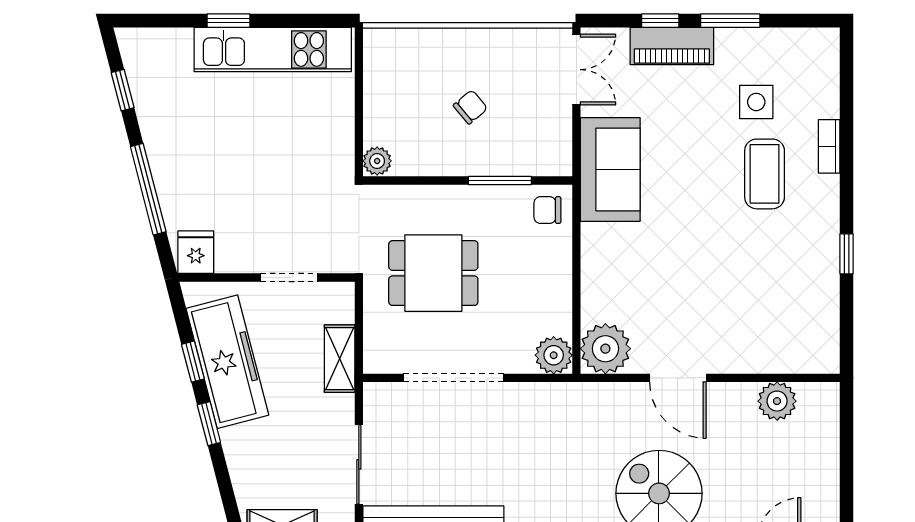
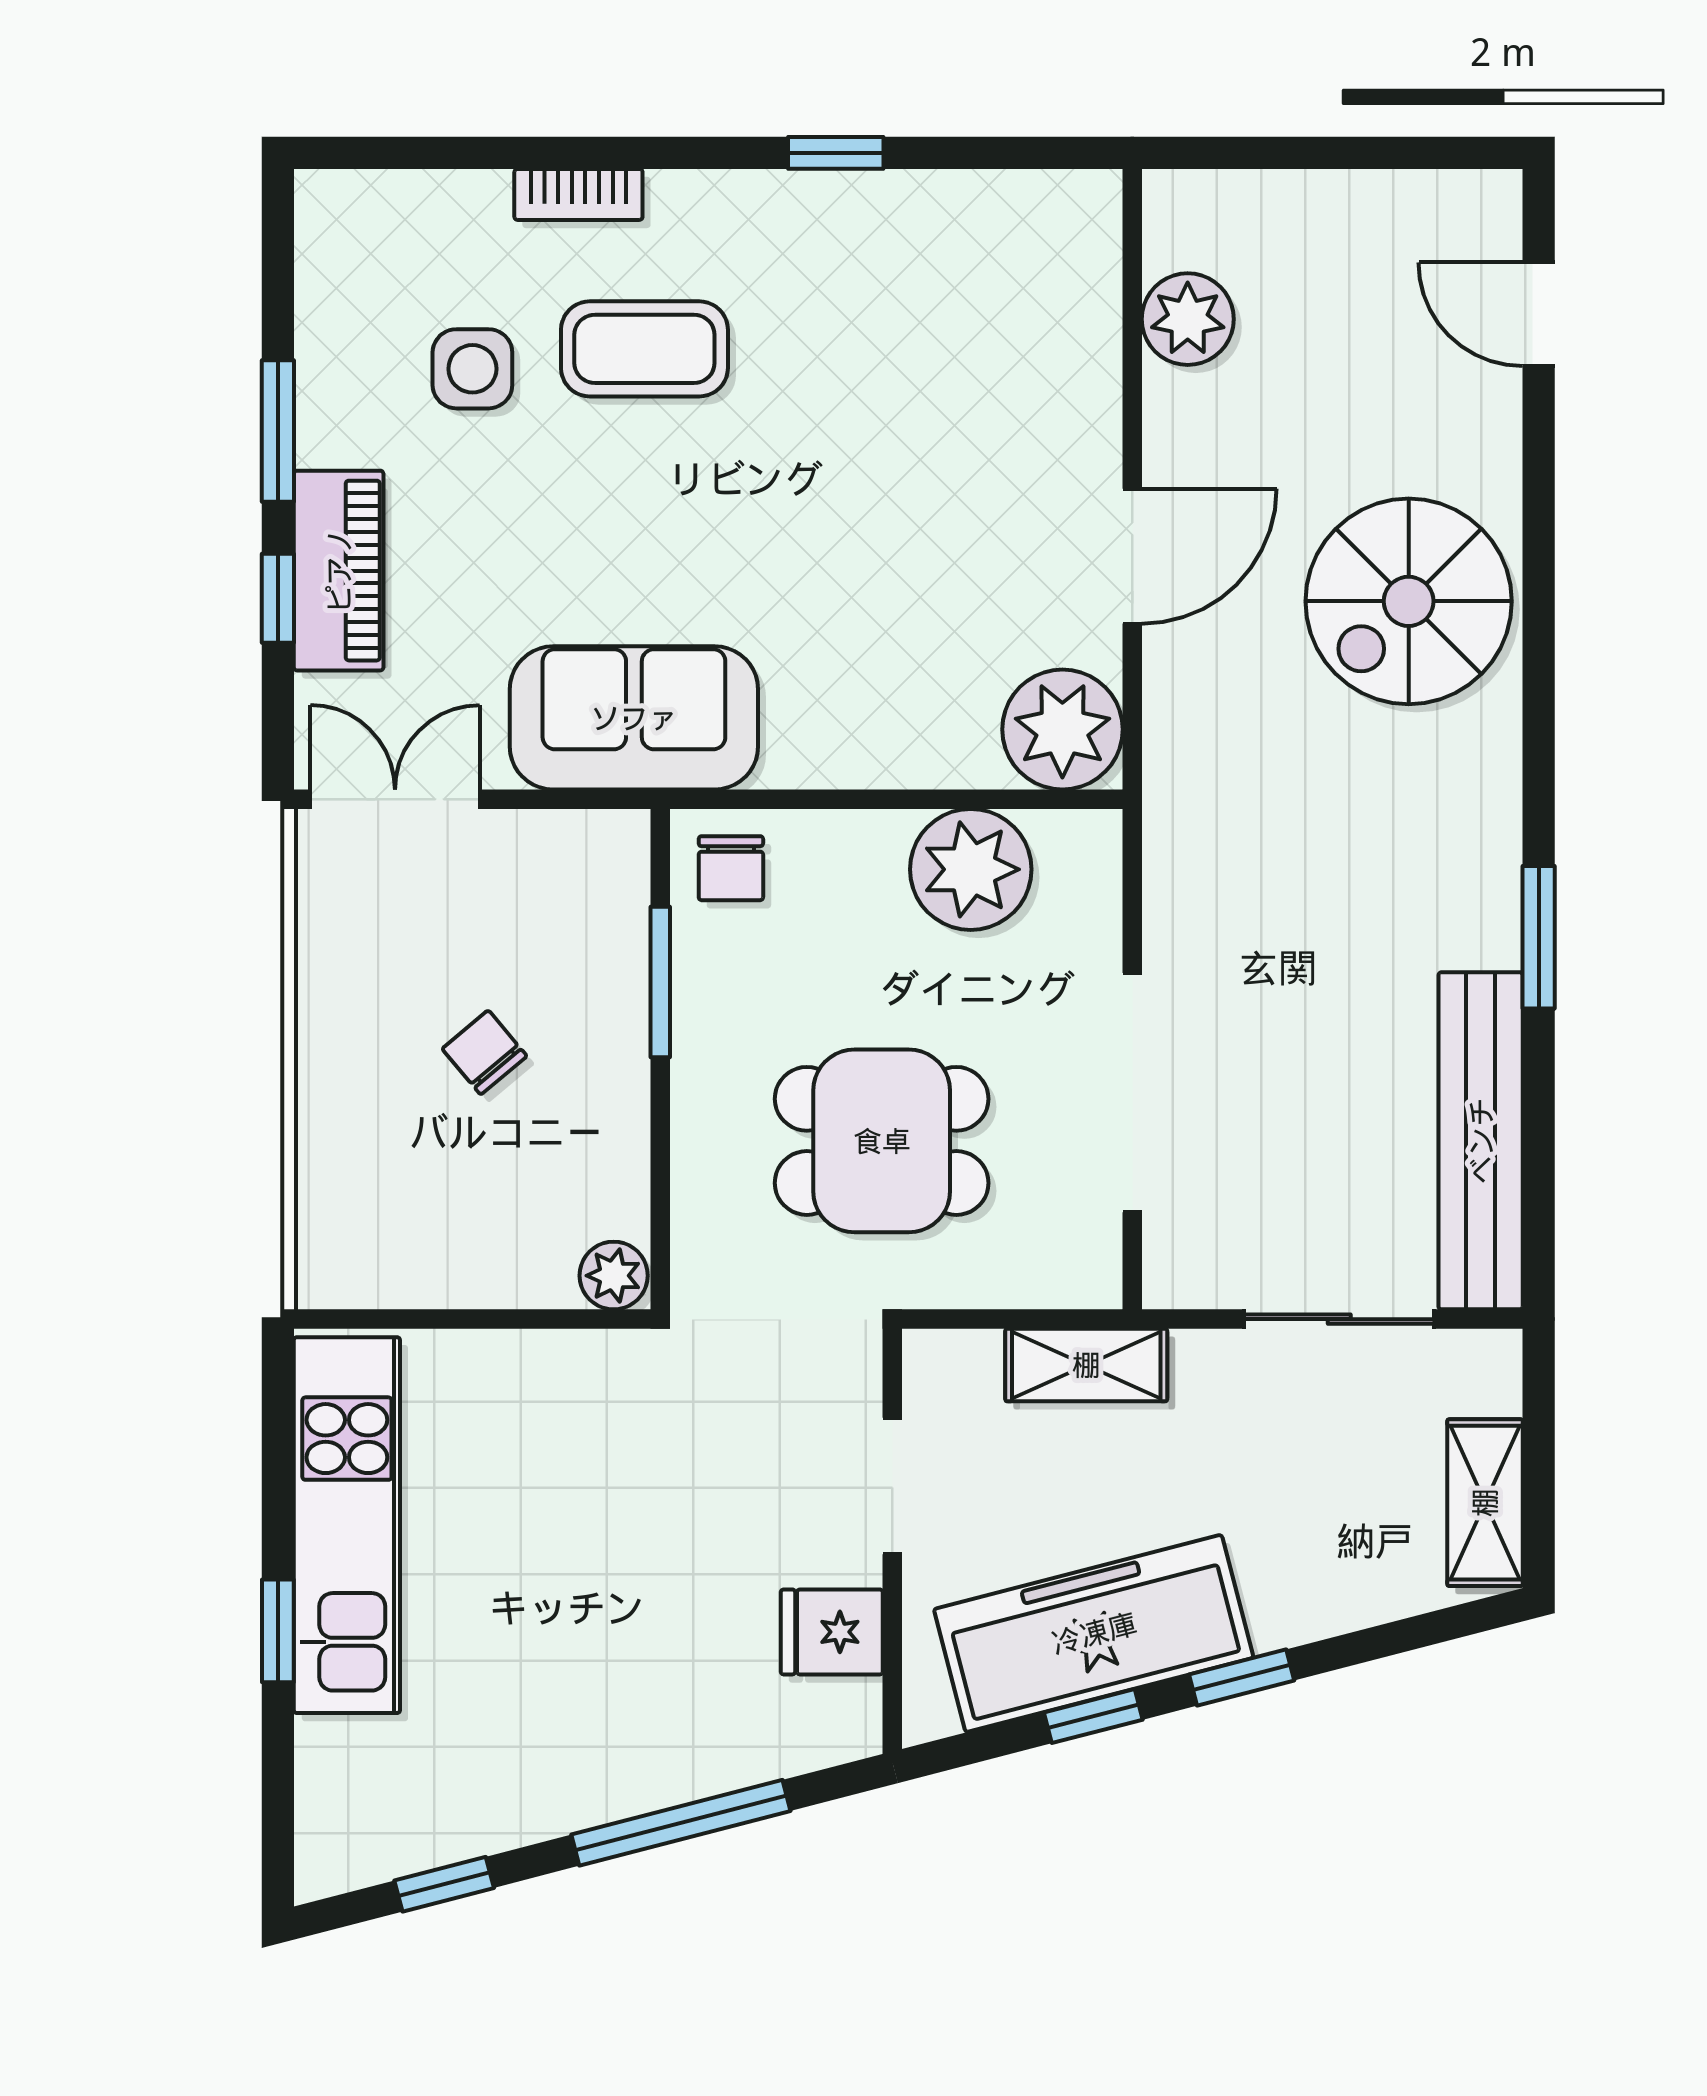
fridge: (196, 252) -> (832, 1632), moved
dining table: (433, 273) -> (882, 1141), turned 90
plant: (554, 355) -> (971, 869), moved, width x1.36, depth x1.36

